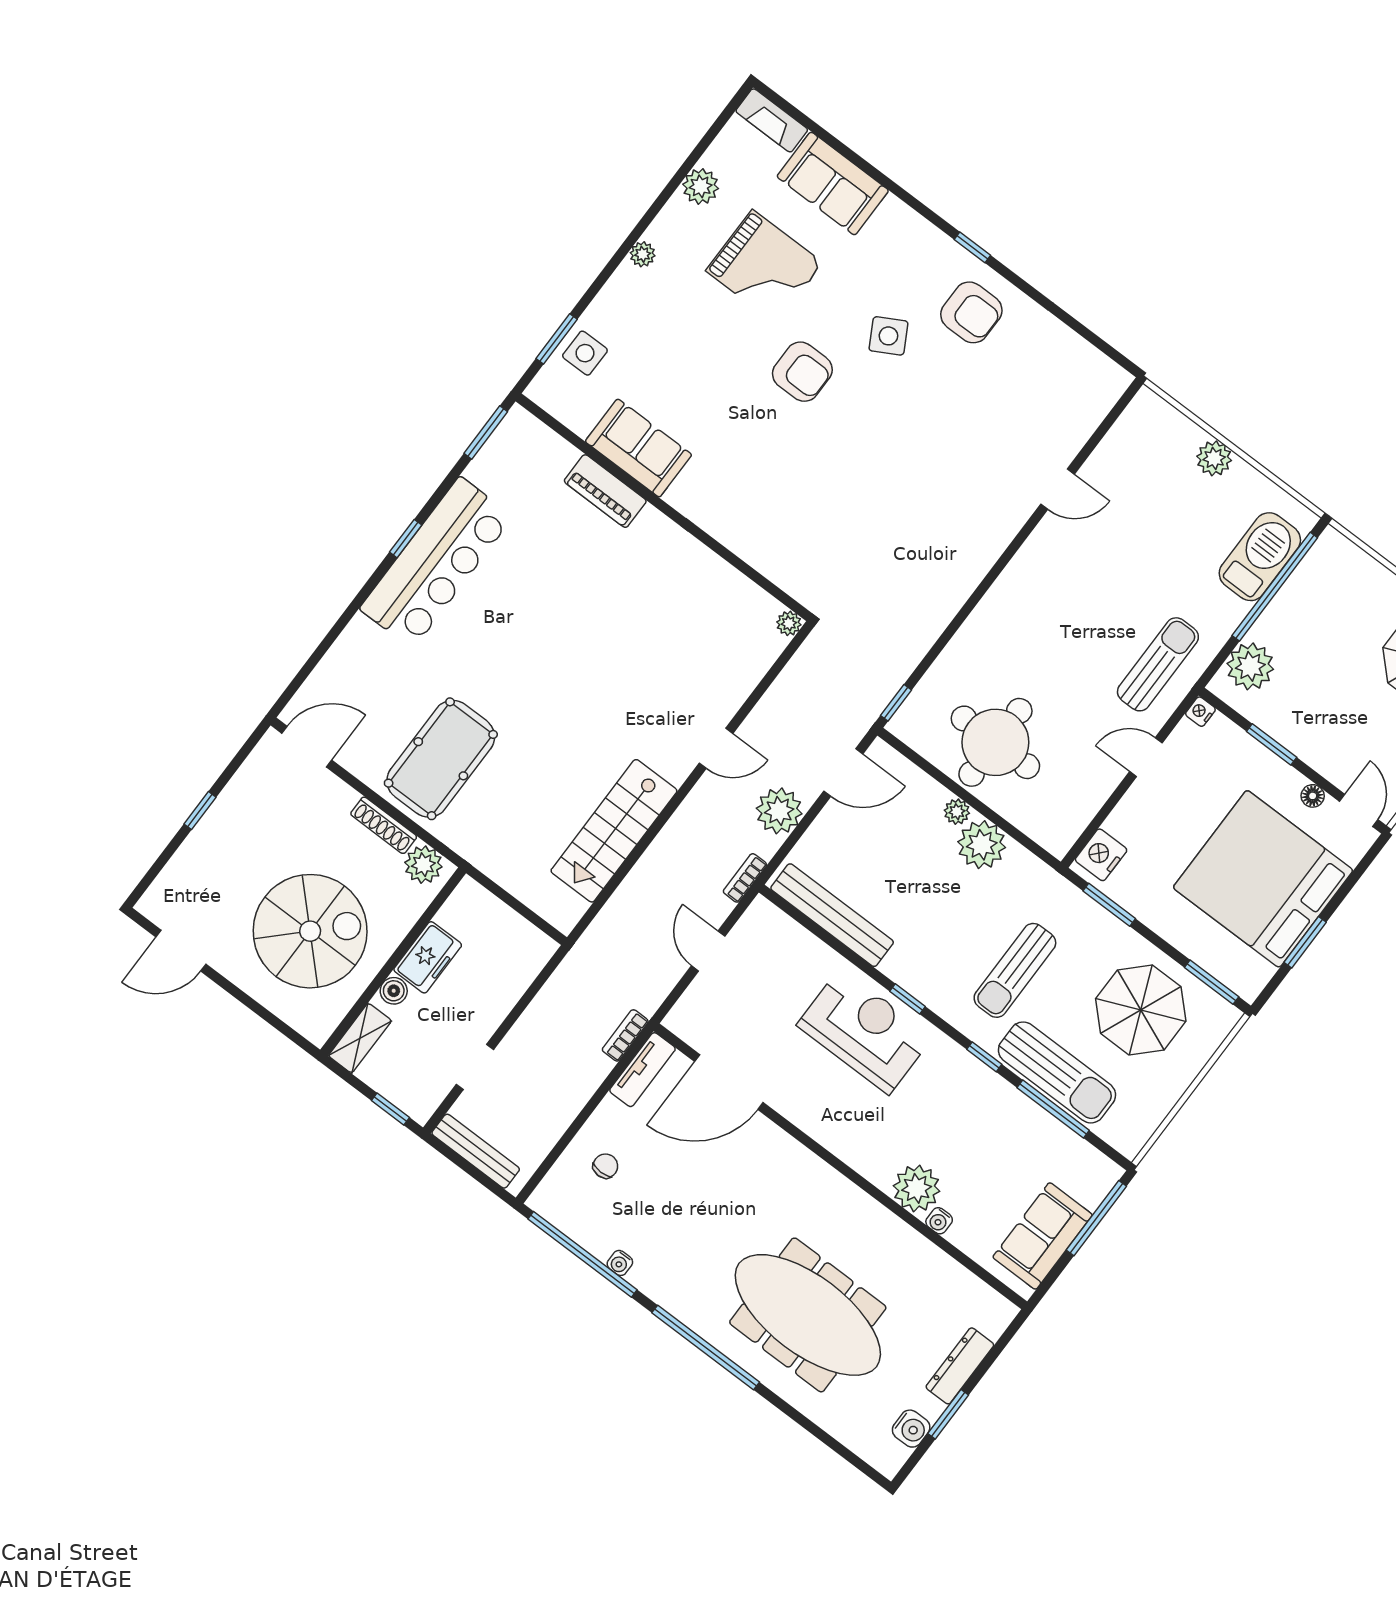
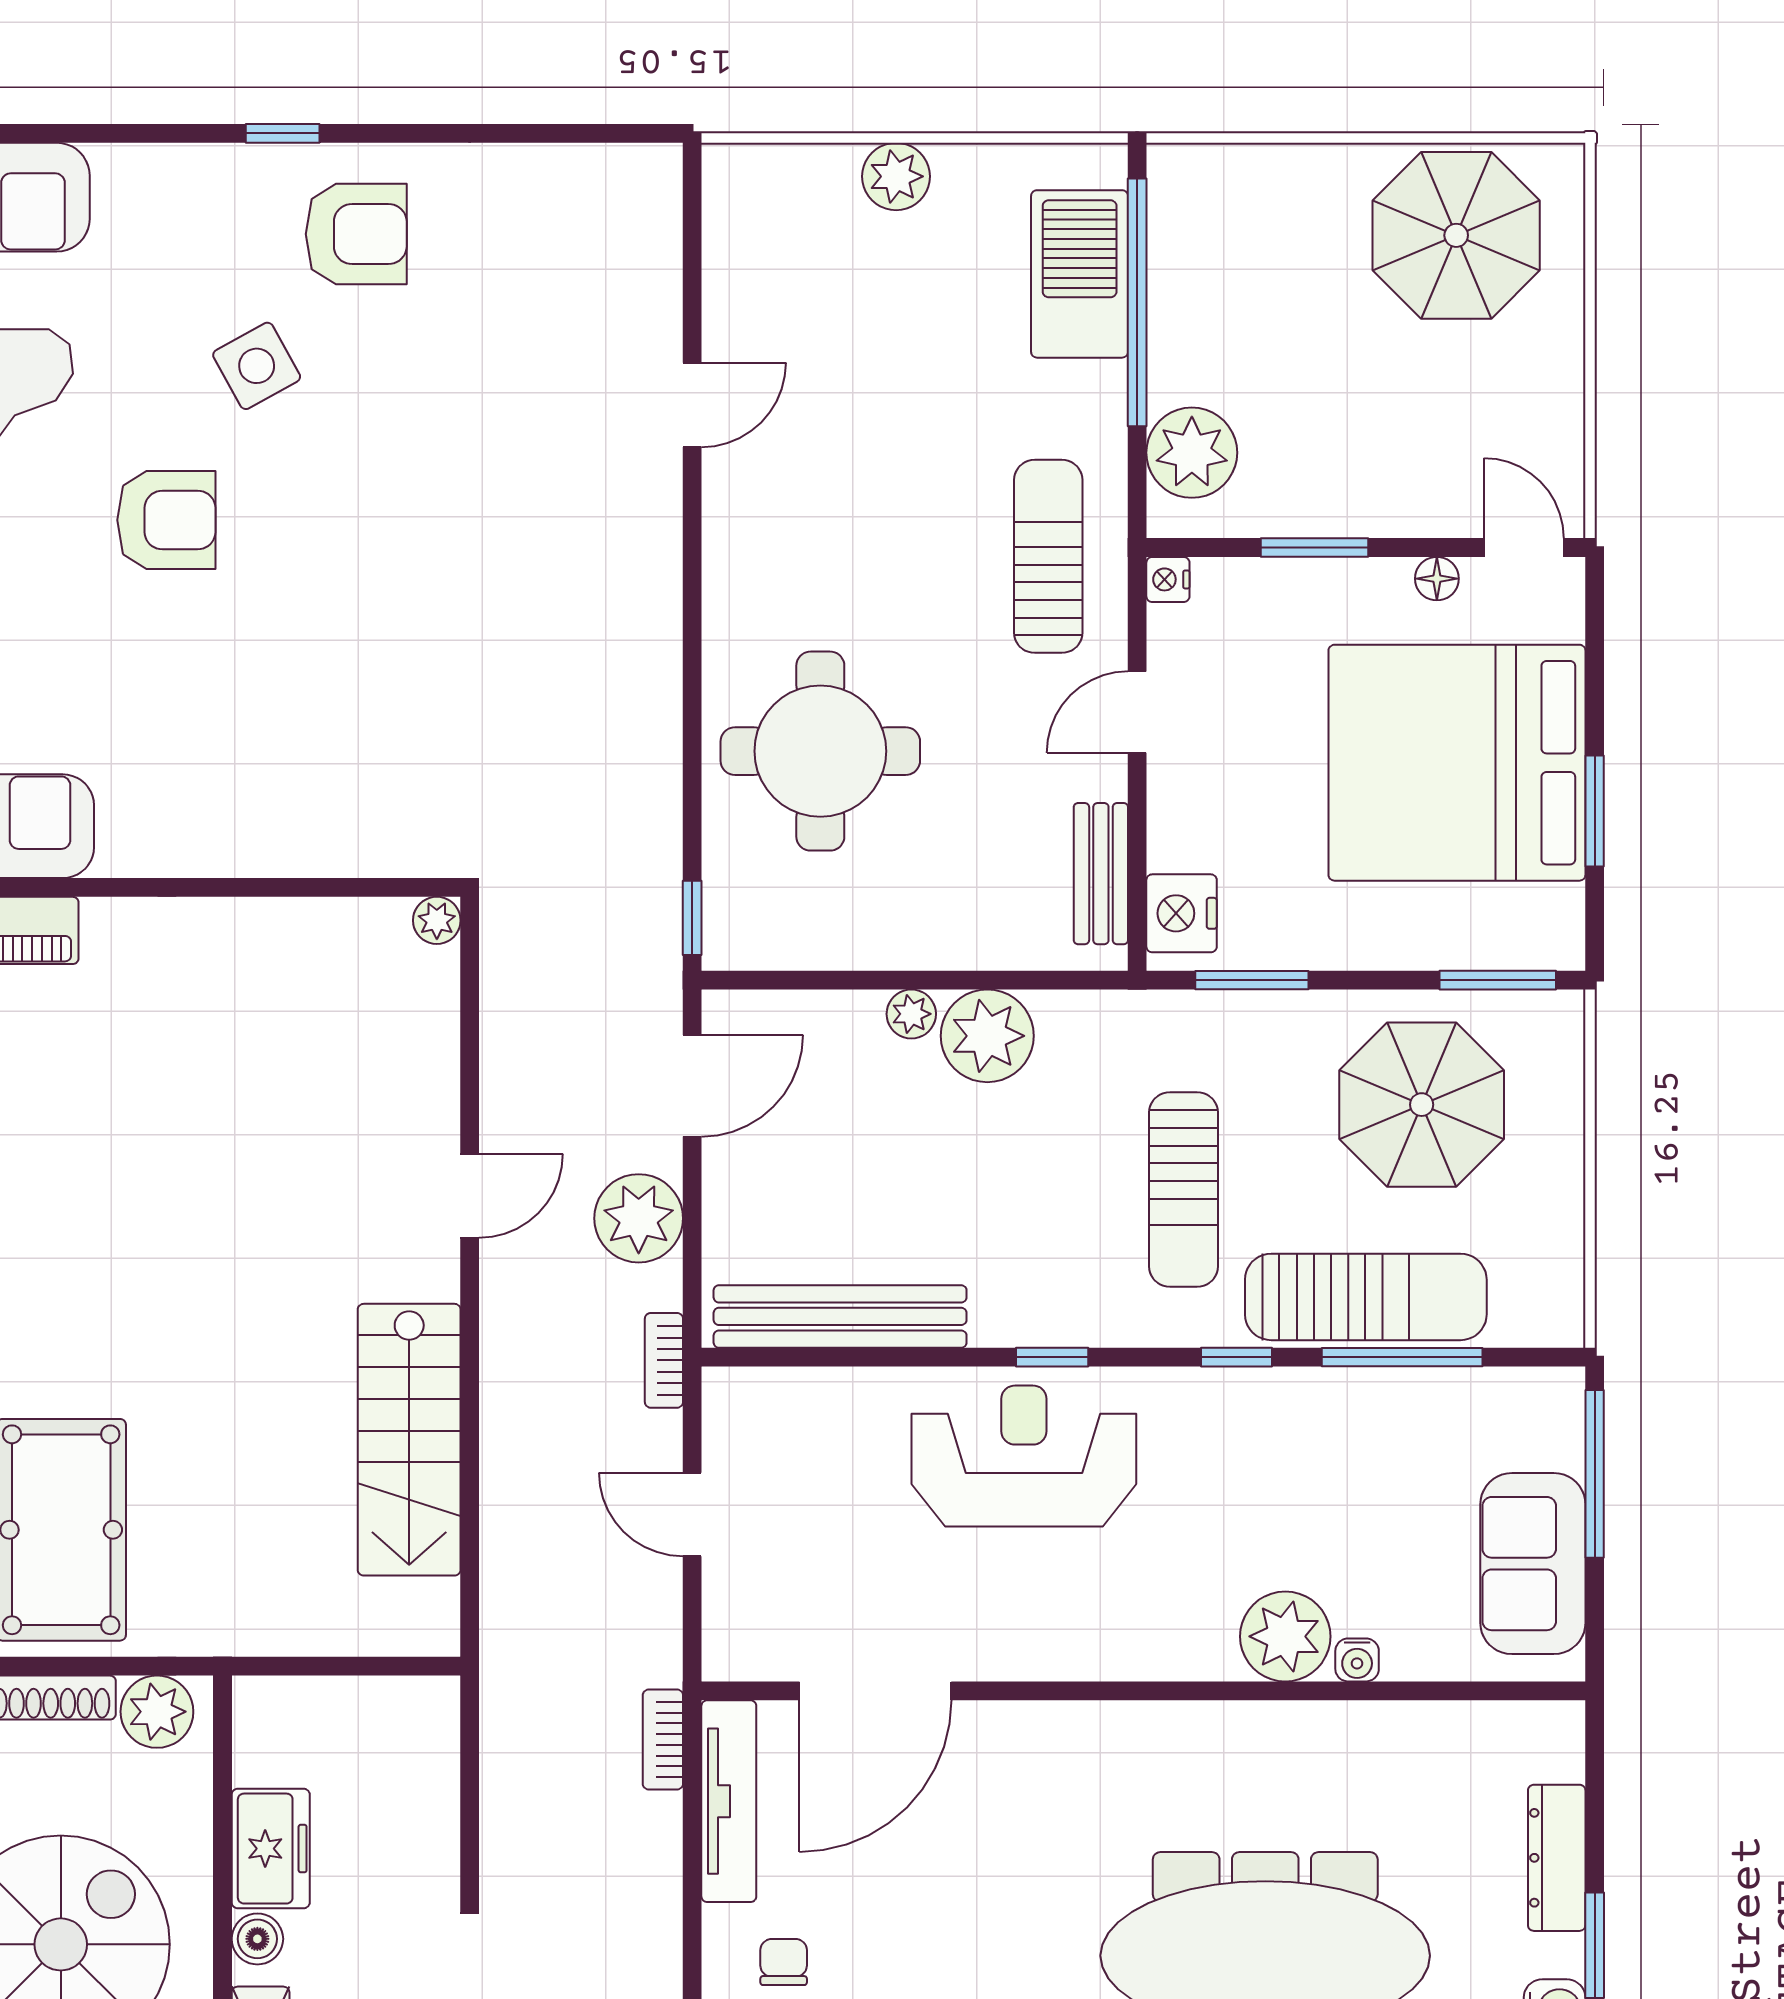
round table: (995, 742) -> (820, 751), moved
bench: (1080, 813) -> (1101, 874), added
tv unit: (642, 1070) -> (729, 1801), width x1.41

